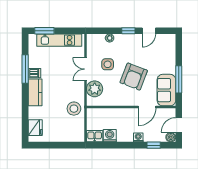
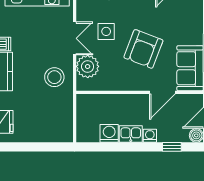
double door: (86, 69) -> (75, 38), swing flipped
stool: (74, 109) -> (54, 77), moved
kitchen sink: (95, 136) -> (131, 134), moved

